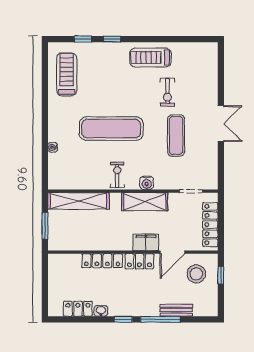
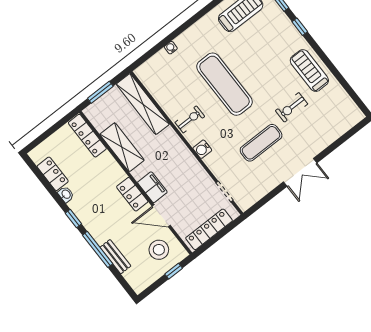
shelving: (145, 202) -> (122, 147), moved
locker: (102, 261) -> (87, 136), moved

